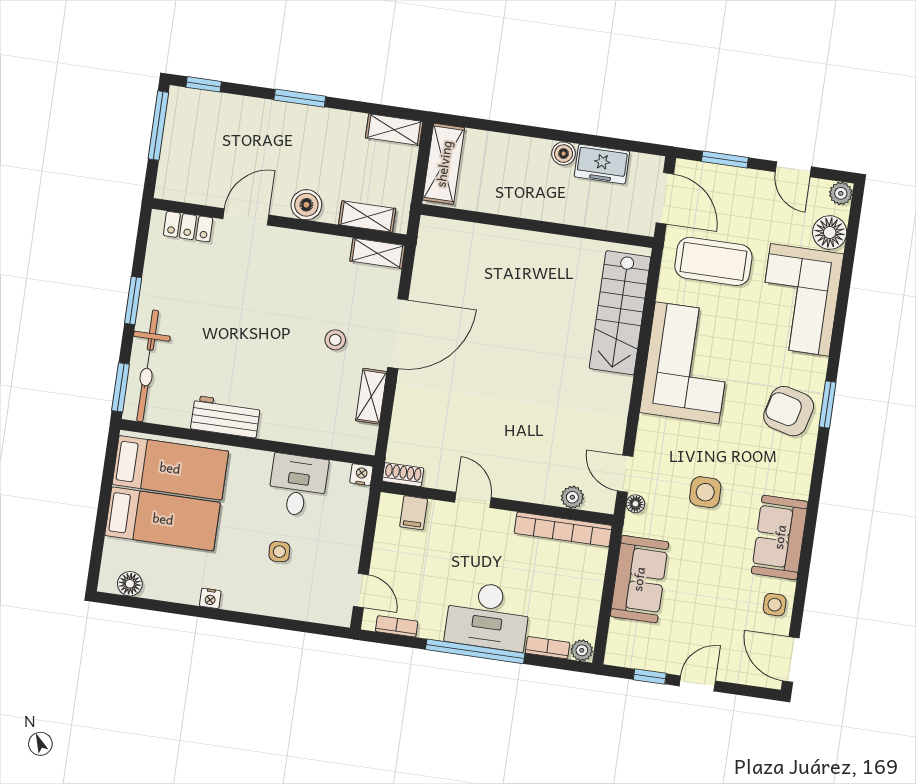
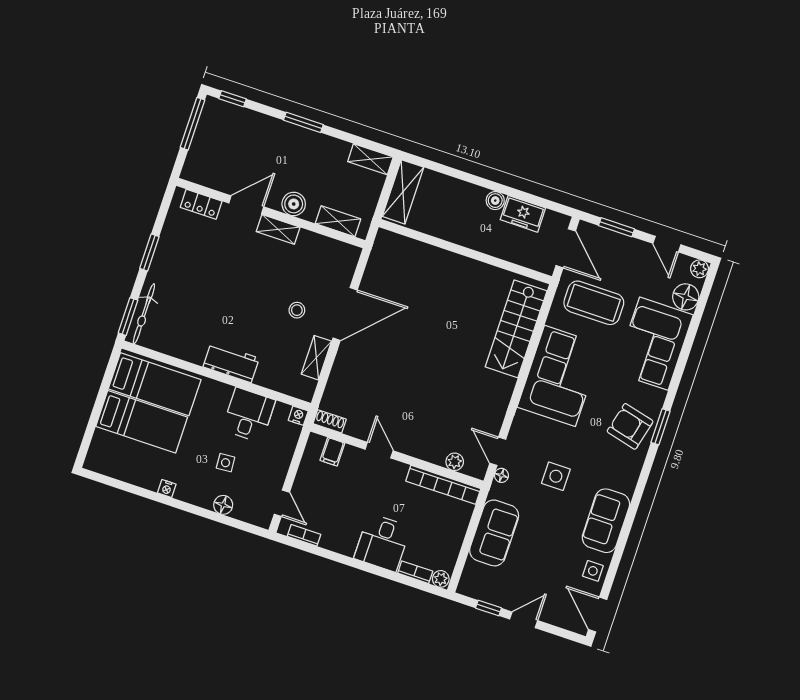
shelving: (377, 253) -> (278, 229), moved
bicycle: (148, 366) -> (144, 314), width x0.73, depth x0.71
workbench: (226, 417) -> (231, 362), moved
floor lamp: (130, 584) -> (223, 505), moved
desk: (488, 616) -> (382, 543), width x0.73
window: (475, 651) -> (360, 565), removed

